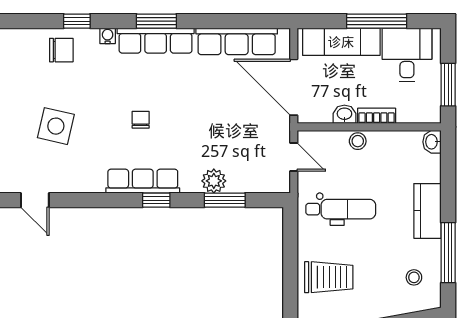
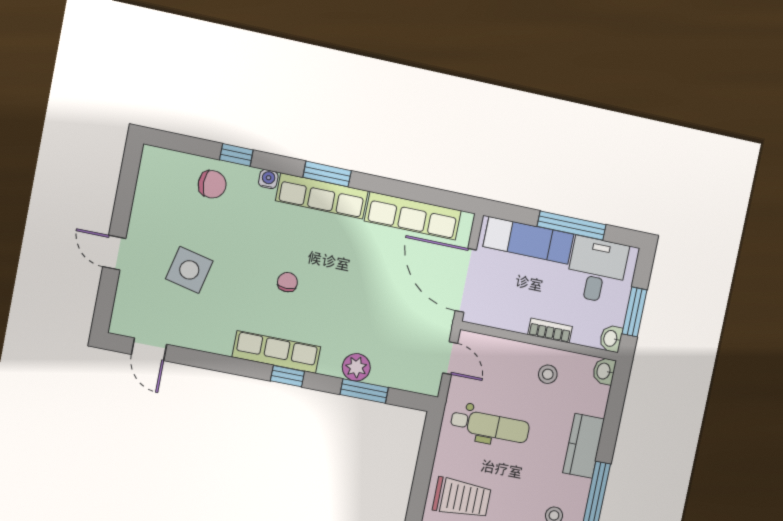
washbasin: (344, 114) -> (611, 339), moved, turned -90
stool: (358, 141) -> (548, 374), moved

